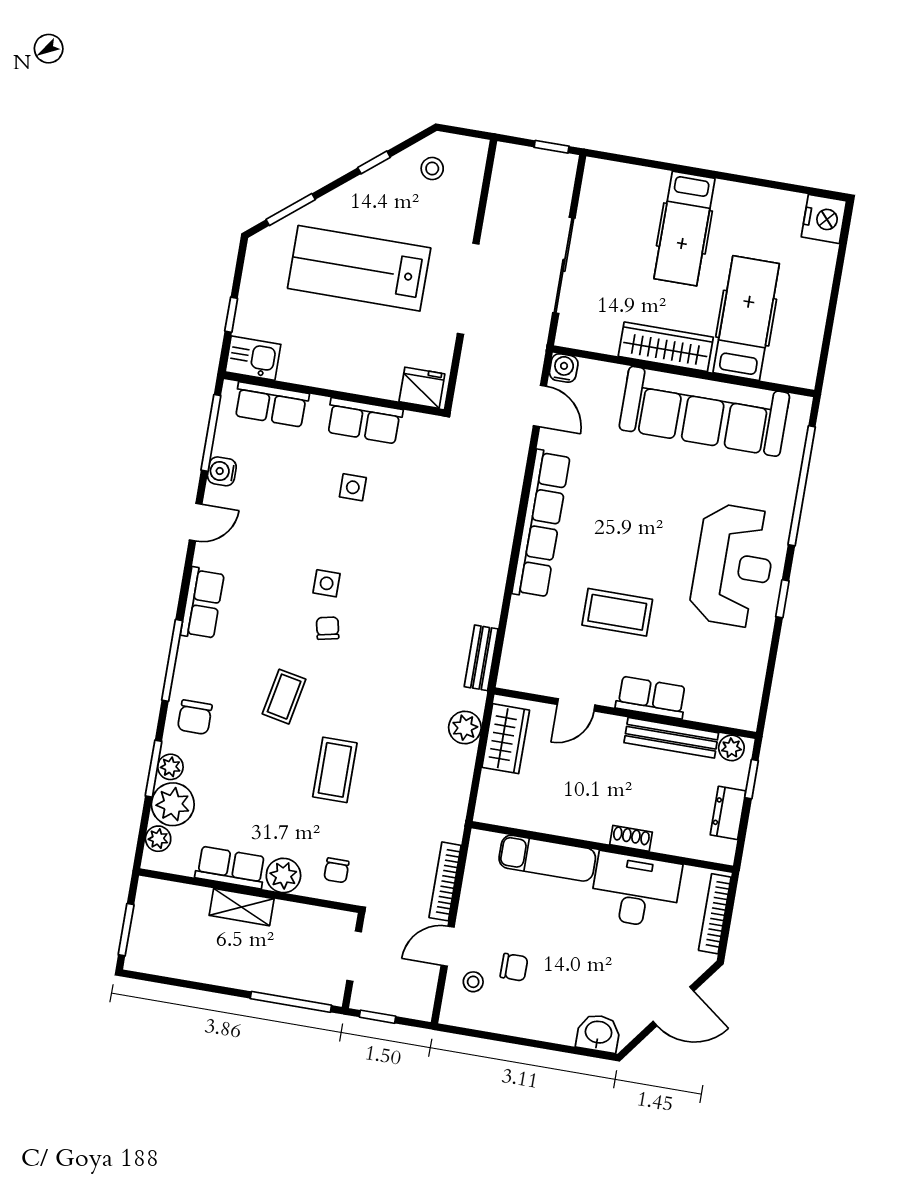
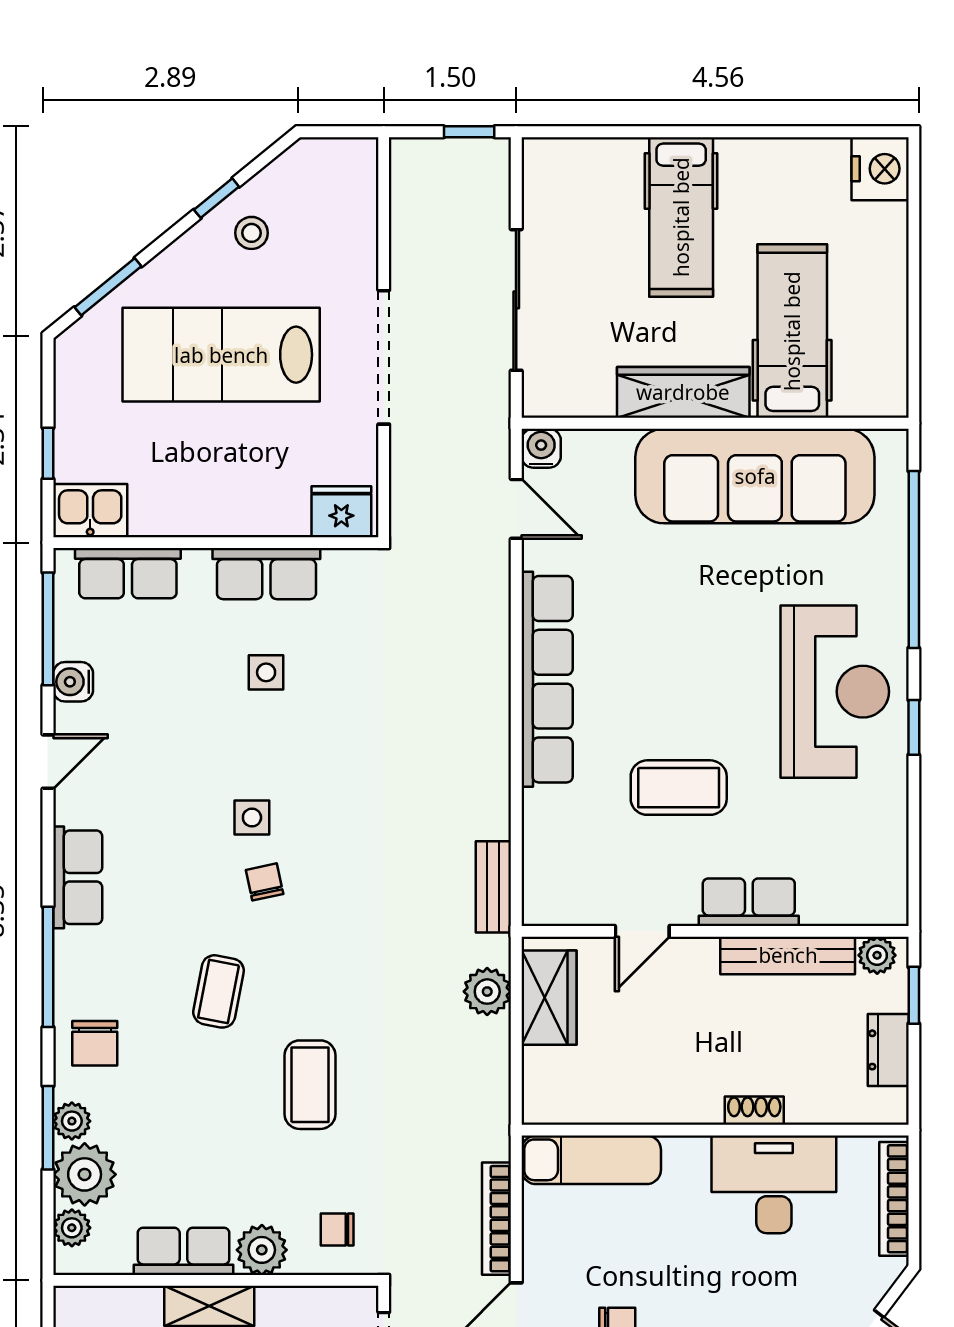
stool: (432, 169) -> (251, 233), moved
exam couch: (547, 858) -> (591, 1160), moved
chair: (336, 870) -> (337, 1229), turned 90

